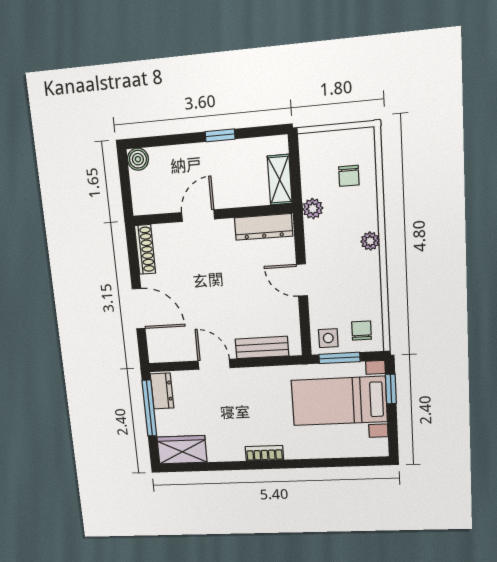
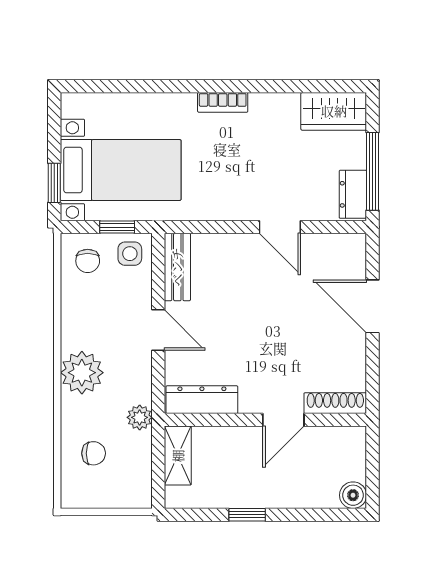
chair: (349, 176) -> (94, 453), turned 90
plant: (370, 241) -> (82, 373), width x1.88, depth x1.88
shoe rack: (145, 249) -> (335, 403), moved, turned 90
bench: (262, 347) -> (177, 267), moved, turned 90
window: (339, 358) -> (117, 227), width x0.67

